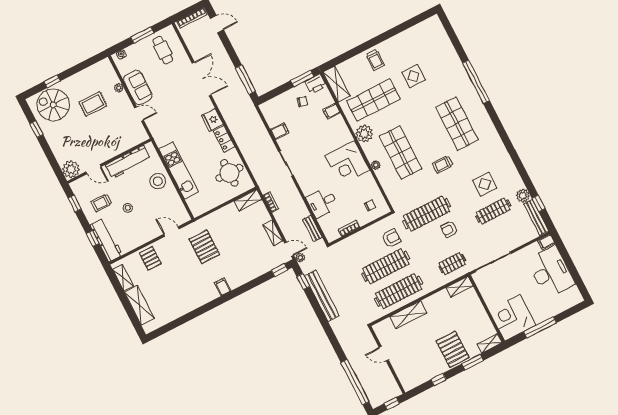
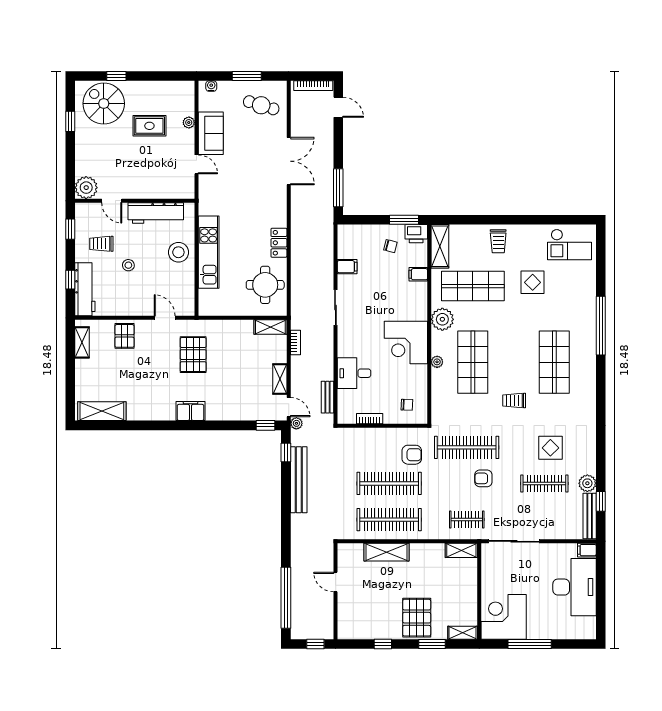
checkout: (426, 37) -> (570, 245), added
cafe table: (163, 50) -> (261, 105), turned -73
fridge: (212, 120) -> (277, 214), removed
filing cabinet: (223, 287) -> (191, 411), width x2.00
shelving: (139, 305) -> (102, 411), moved, turned 90

